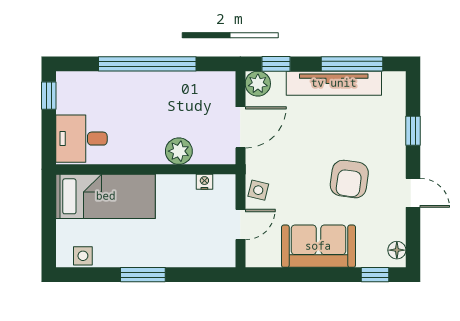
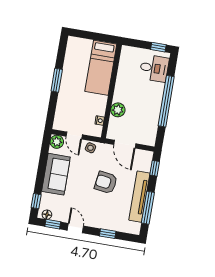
plant: (258, 84) -> (57, 142), moved
desk: (82, 139) -> (154, 68), moved, turned 90
armchair: (349, 179) -> (106, 183), moved
door: (413, 193) -> (75, 228), swing flipped
window: (413, 236) -> (53, 224), added
side table: (83, 256) -> (72, 51), removed

